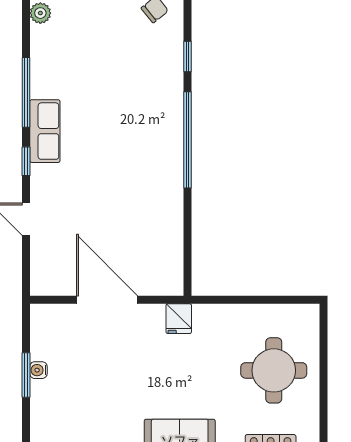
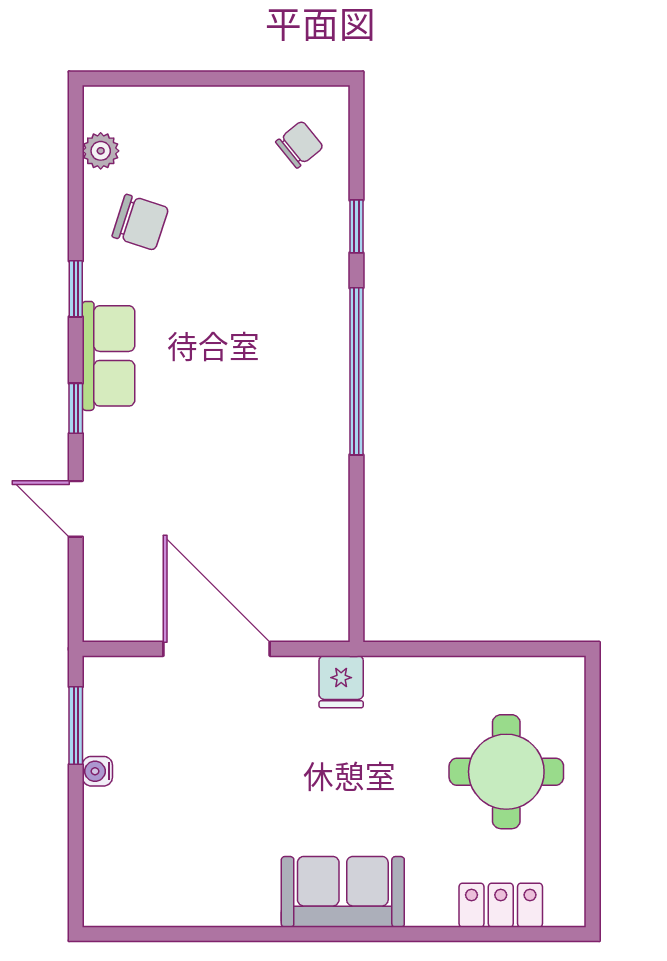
chair: (63, 54) -> (140, 222), added
window: (26, 92) -> (76, 289), width x0.46
window: (26, 375) -> (76, 726), moved

